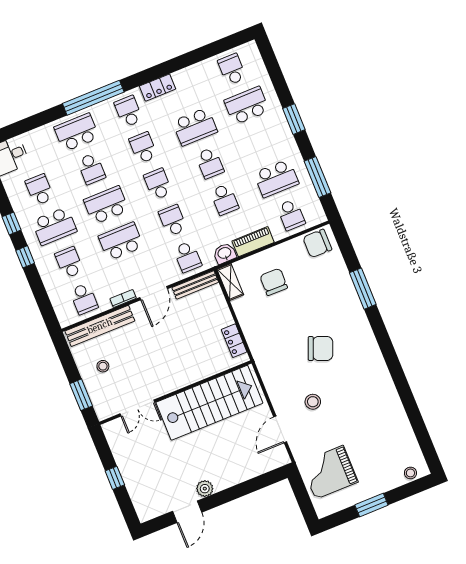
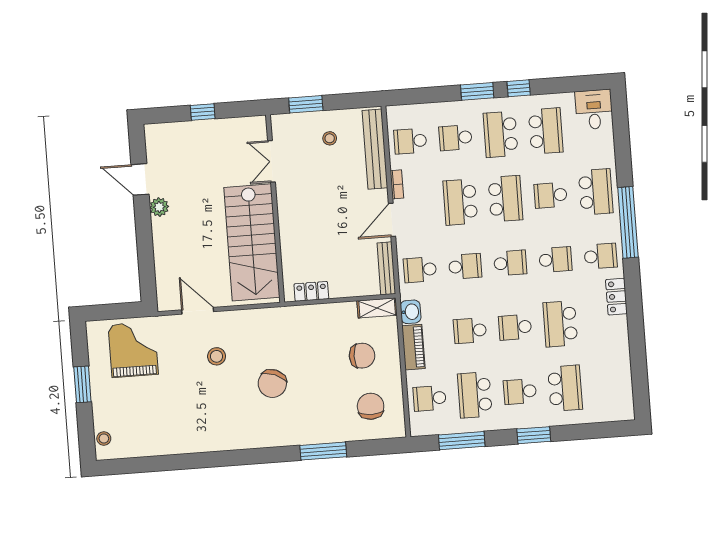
school desk: (232, 69) -> (520, 392), moved, turned 180
school desk: (40, 190) -> (546, 131), width x1.85
school desk: (121, 241) -> (460, 202), turned 180
chair: (317, 243) -> (371, 406), moved
window: (25, 257) -> (477, 91), width x1.50
school desk: (69, 262) -> (455, 138), turned 180
door: (154, 293) -> (392, 220), hinge flipped

